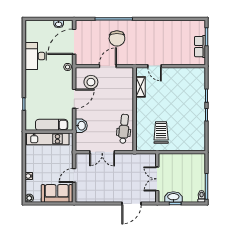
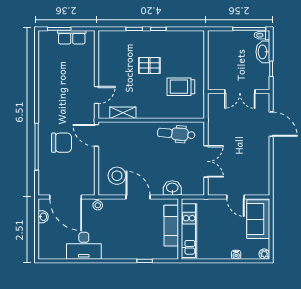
door: (108, 66) -> (97, 135), moved
pallet: (178, 108) -> (149, 65), added
washbasin: (173, 197) -> (263, 52), moved

